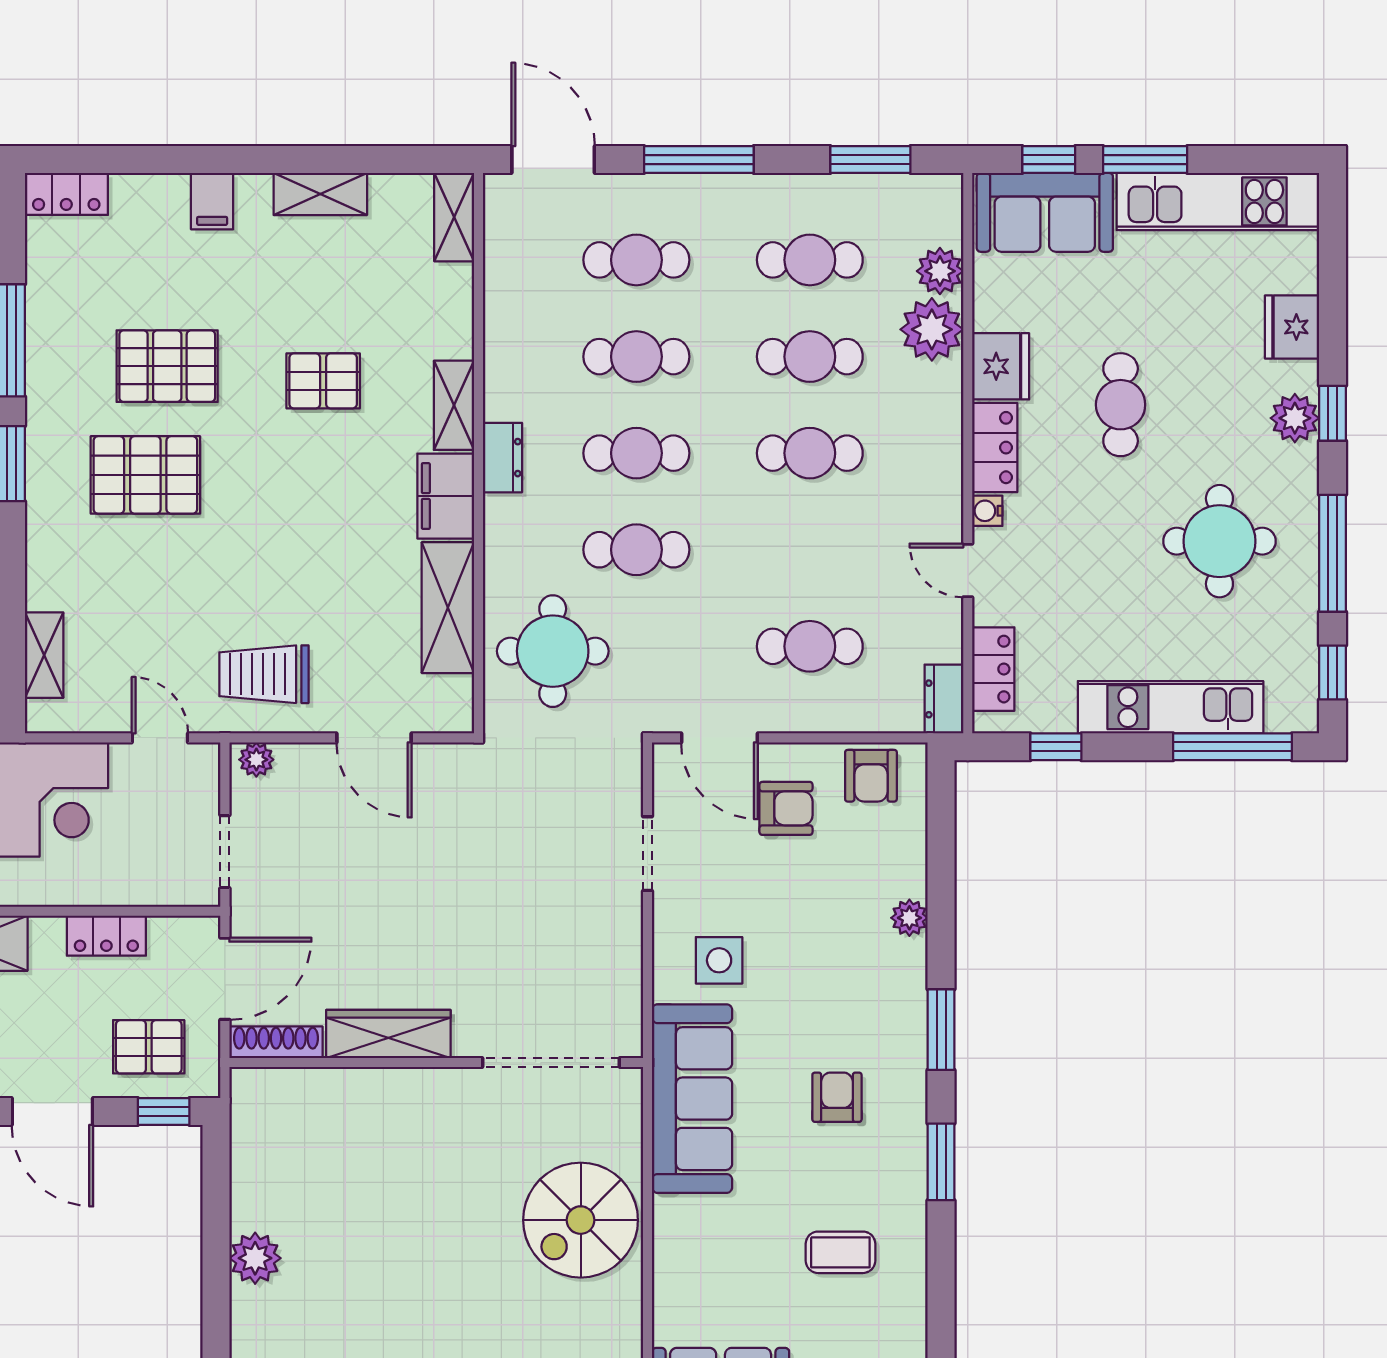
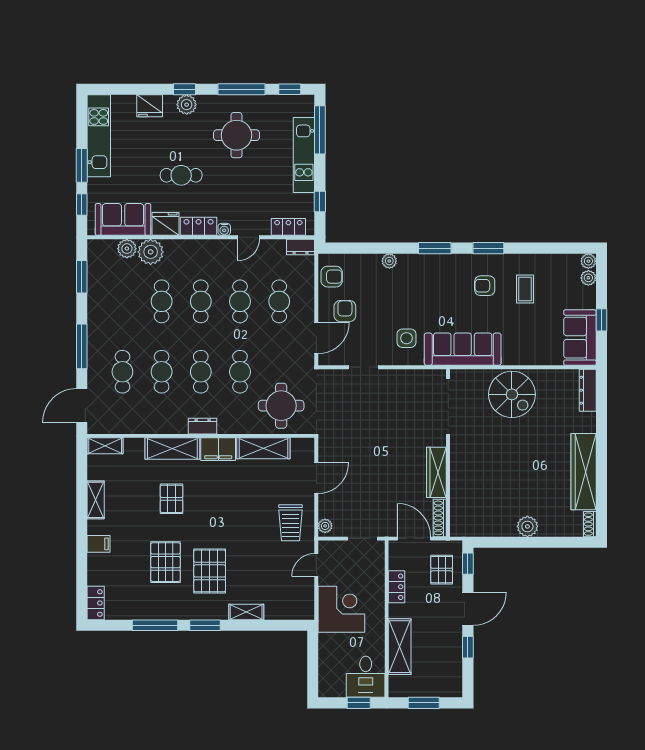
sofa: (1045, 212) -> (123, 219), moved, turned -90
cafe table: (810, 260) -> (240, 301), moved
shelving: (454, 405) -> (172, 448), width x1.50, depth x1.33
shelving: (44, 655) -> (246, 612), moved
armchair: (837, 1097) -> (485, 286), moved

